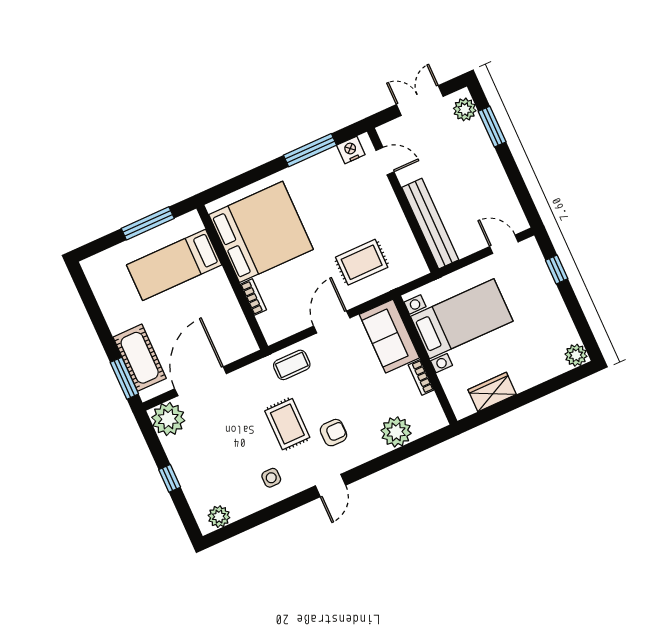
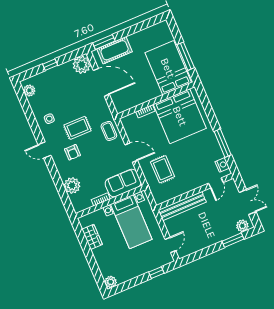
bed: (174, 265) -> (168, 68), width x1.50

